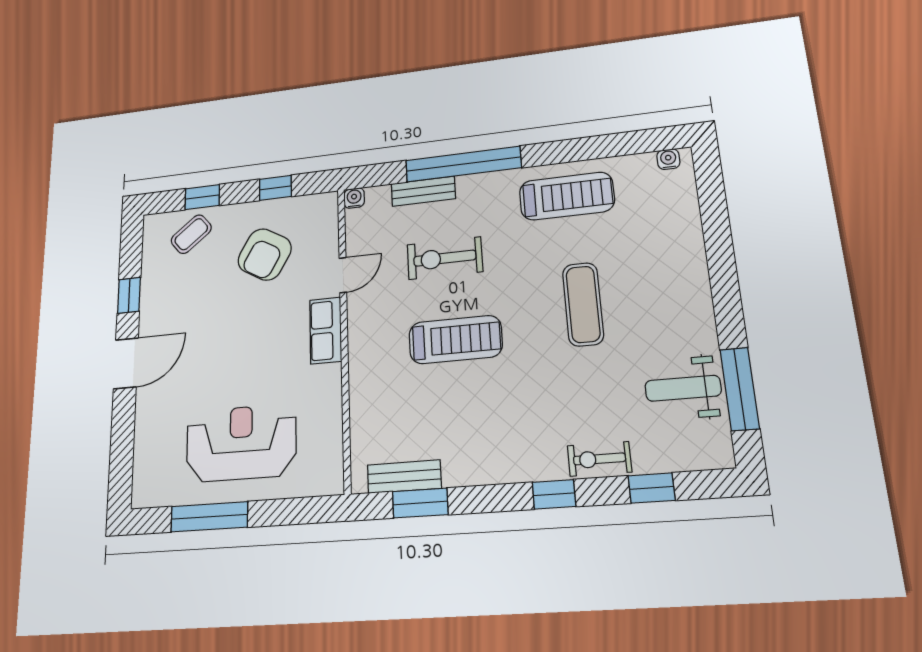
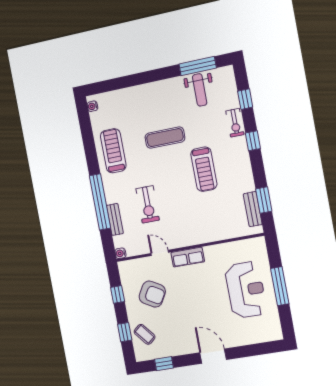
window: (129, 295) -> (164, 364), moved
treadmill: (455, 340) -> (204, 169), moved, turned 180
reception desk: (241, 443) -> (246, 290), turned 180
window: (209, 517) -> (280, 286), moved

